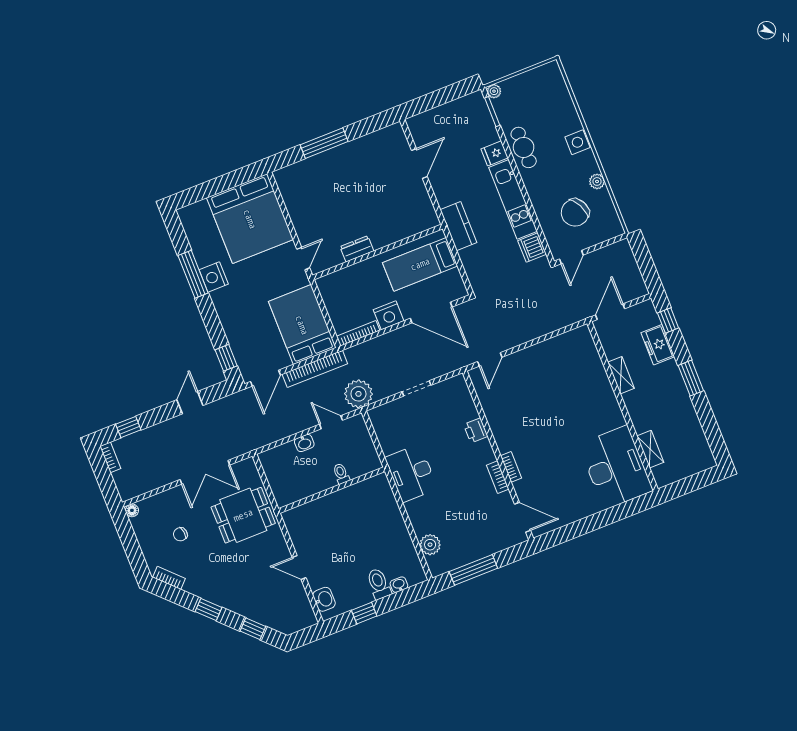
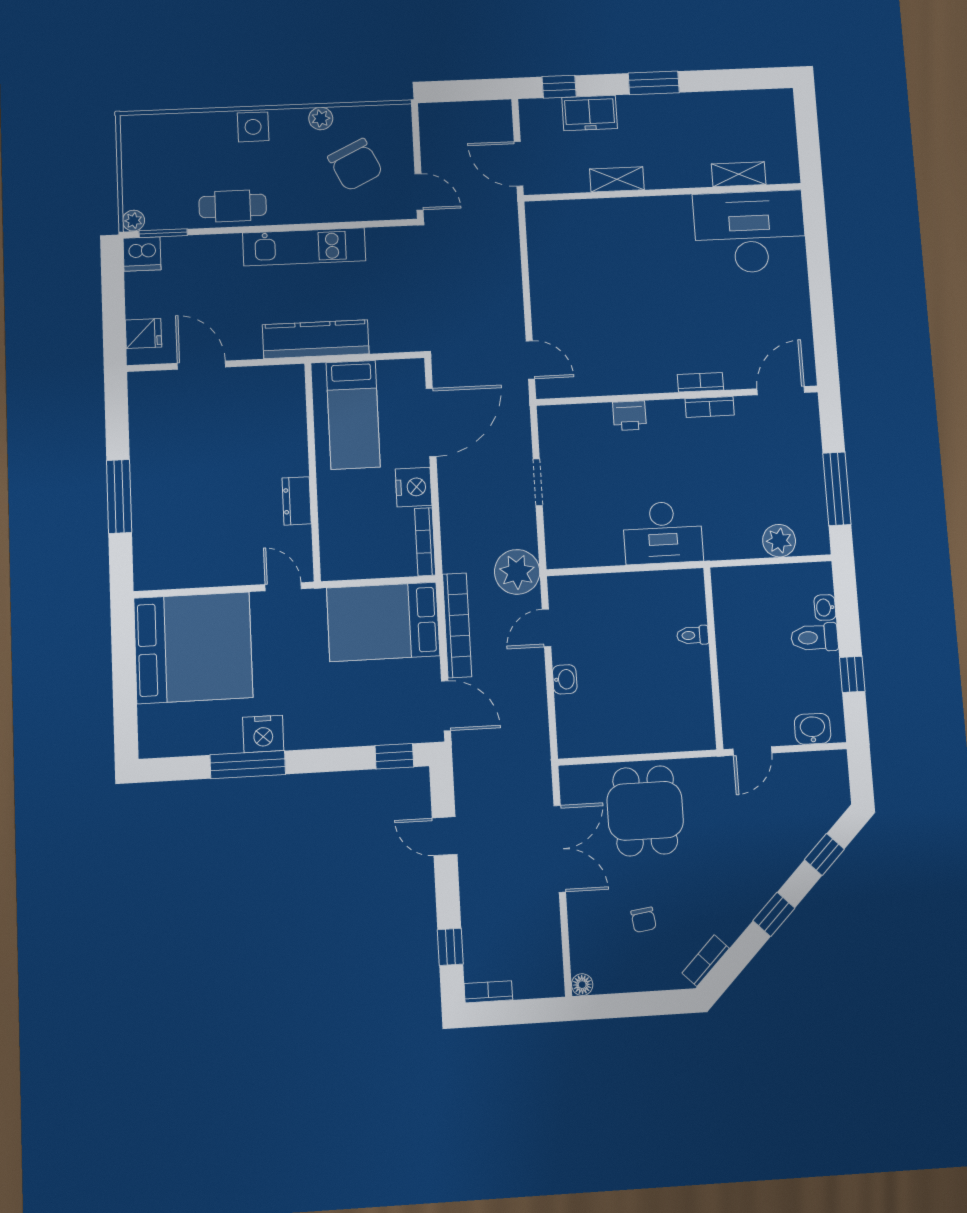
fridge: (495, 153) -> (144, 333), moved, turned -90
kitchen counter: (458, 226) -> (316, 339), width x1.50
dishwasher: (532, 248) -> (142, 254), moved
toilet: (341, 474) -> (693, 635), moved
wall: (332, 490) -> (713, 658), moved

